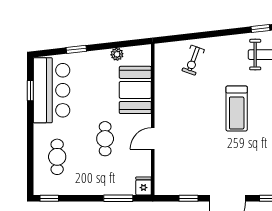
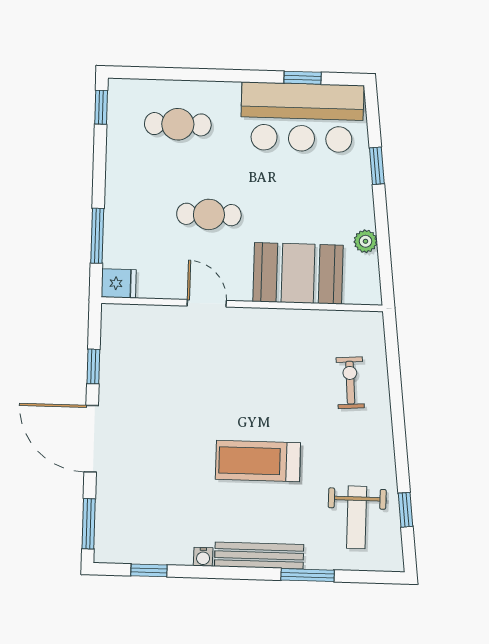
exercise bike: (193, 60) -> (350, 383), turned 66

